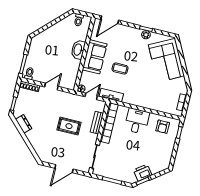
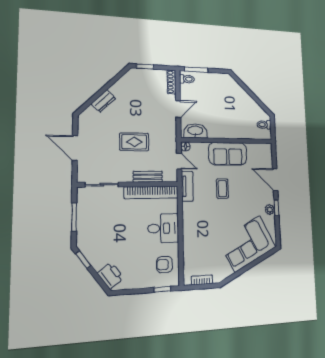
door: (110, 20) -> (275, 180), moved
washbasin: (78, 50) -> (195, 131), moved
door: (51, 87) -> (178, 109), hinge flipped
dresser: (24, 124) -> (103, 101), moved
rug: (69, 126) -> (134, 142), turned 90
printer: (143, 173) -> (111, 276), moved

